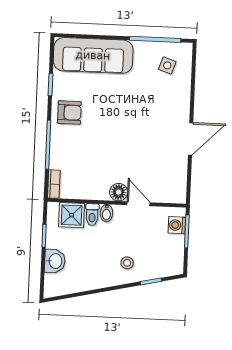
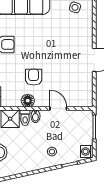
armchair: (106, 159) -> (34, 77), added
floor lamp: (119, 192) -> (28, 101), moved
washing machine: (177, 225) -> (87, 152), moved

